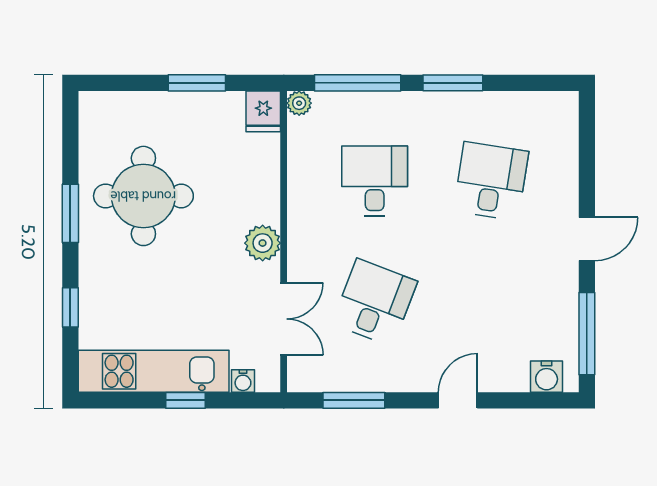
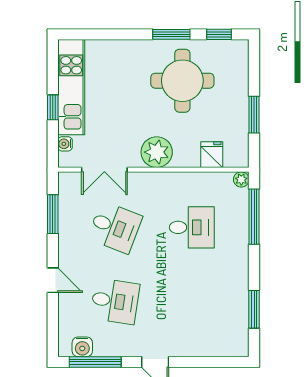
window: (453, 83) -> (254, 309), moved
fridge: (263, 111) -> (212, 155), moved, turned 90
desk: (491, 181) -> (115, 301), moved
plant: (263, 243) -> (157, 152), width x1.36, depth x1.36
window: (70, 307) -> (219, 34), moved
water cooler: (547, 377) -> (82, 347), moved, turned -90

